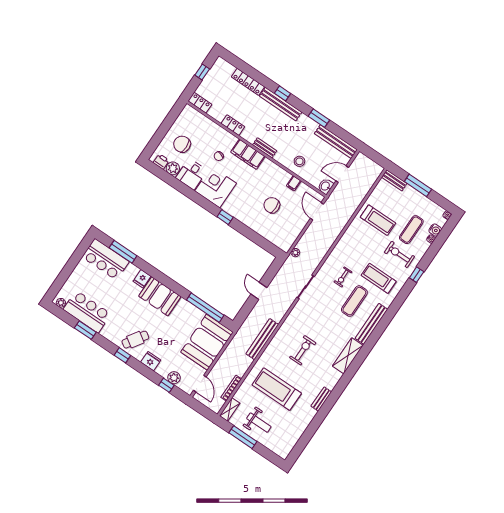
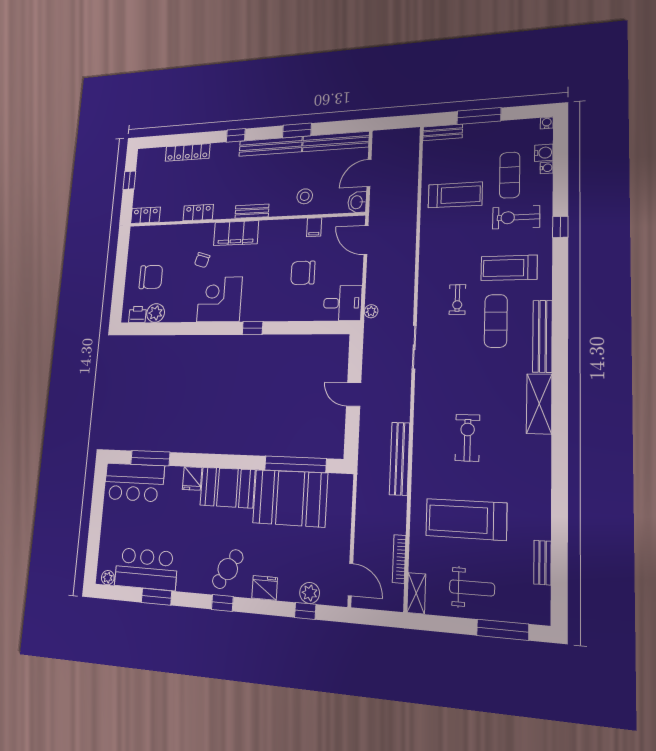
bench: (281, 104) -> (270, 146), moved
chair: (182, 144) -> (151, 277), turned 180
desk: (191, 174) -> (343, 303), moved, turned -90
booth: (207, 342) -> (290, 498), moved, turned 90
bench: (321, 399) -> (542, 563), moved
window: (243, 437) -> (503, 630), moved

